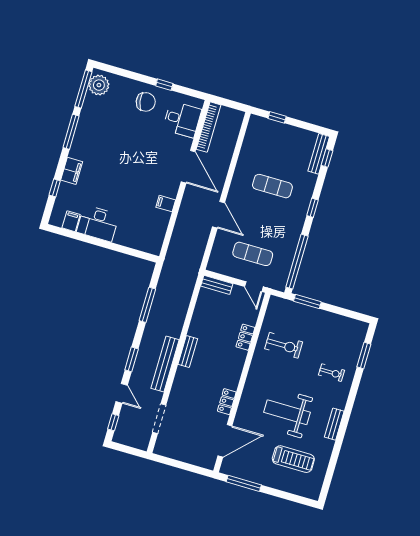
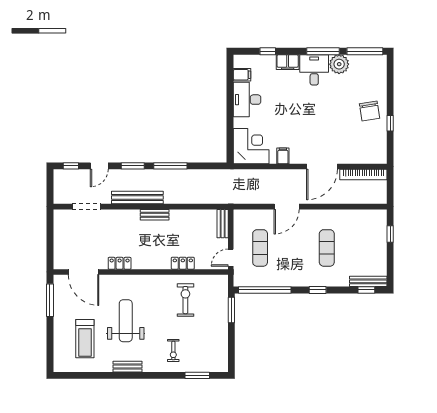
plant: (99, 85) -> (339, 64), moved
desk: (182, 119) -> (314, 70), moved, turned 180
corner desk: (146, 233) -> (251, 146), added
window: (147, 305) -> (170, 166), moved
exercise bike: (284, 345) -> (185, 300), turned 180

